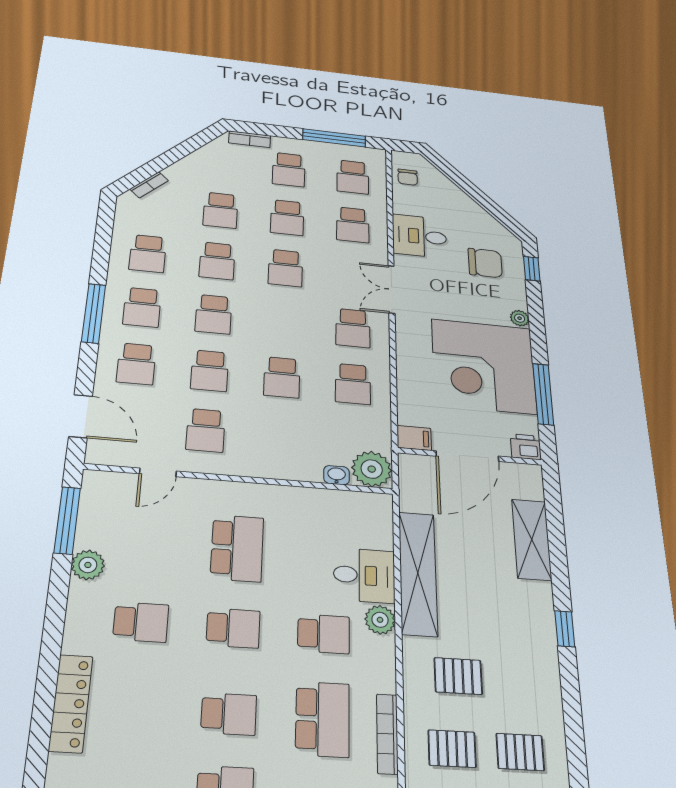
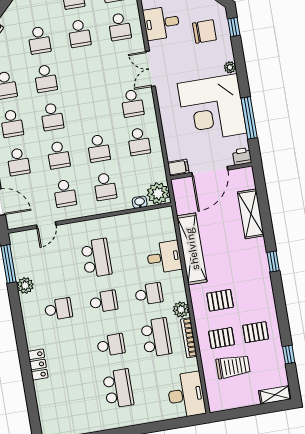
school desk: (286, 268) -> (105, 187), moved
plant: (380, 620) -> (181, 310), moved
locker: (71, 703) -> (38, 365), width x0.66

